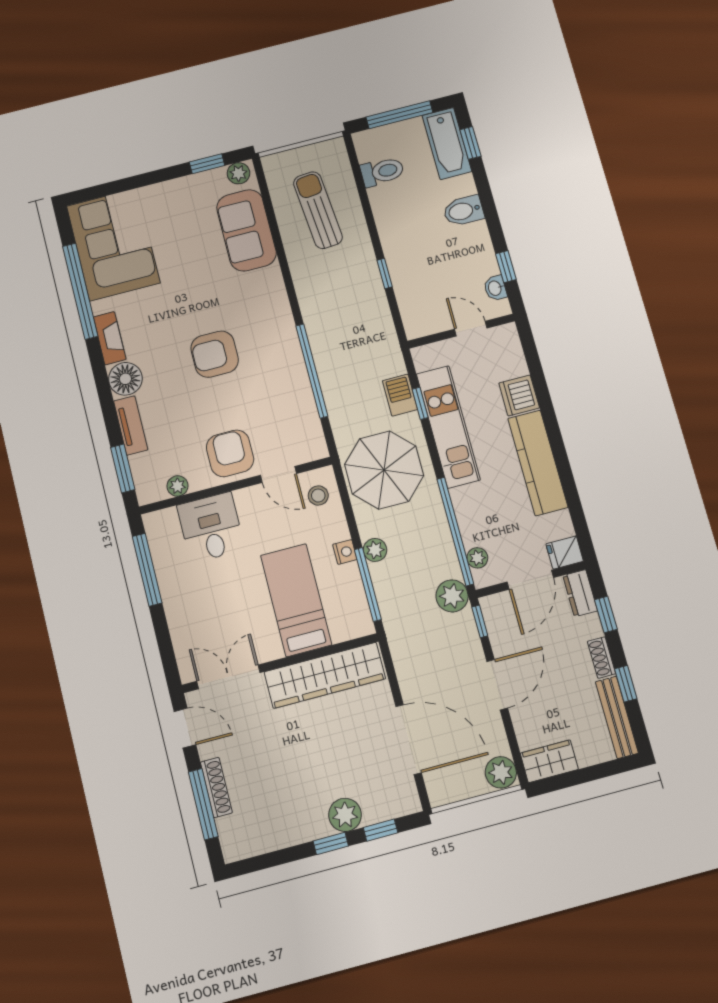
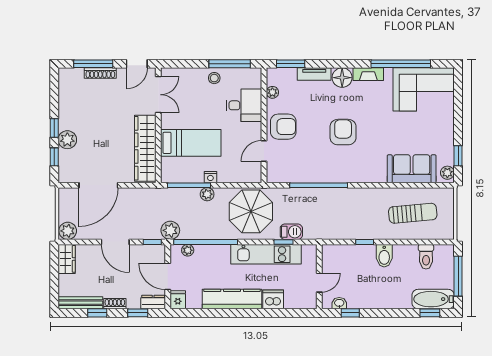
bidet: (463, 211) -> (384, 256), moved, turned 180
stool: (318, 495) -> (214, 78), moved

